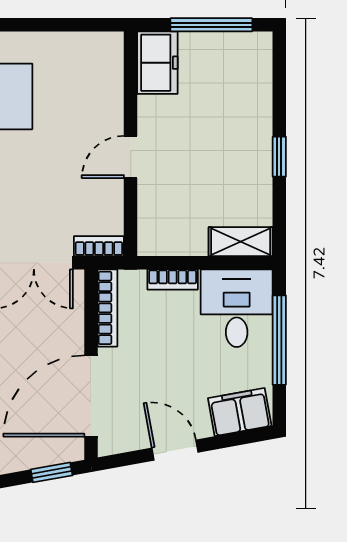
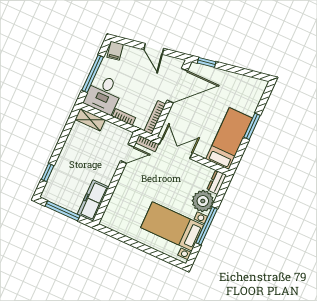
freezer: (157, 63) -> (93, 201), width x1.40
door: (131, 157) -> (127, 154), moved
window: (279, 157) -> (48, 173), moved
filing cabinet: (240, 412) -> (115, 51), width x0.50

